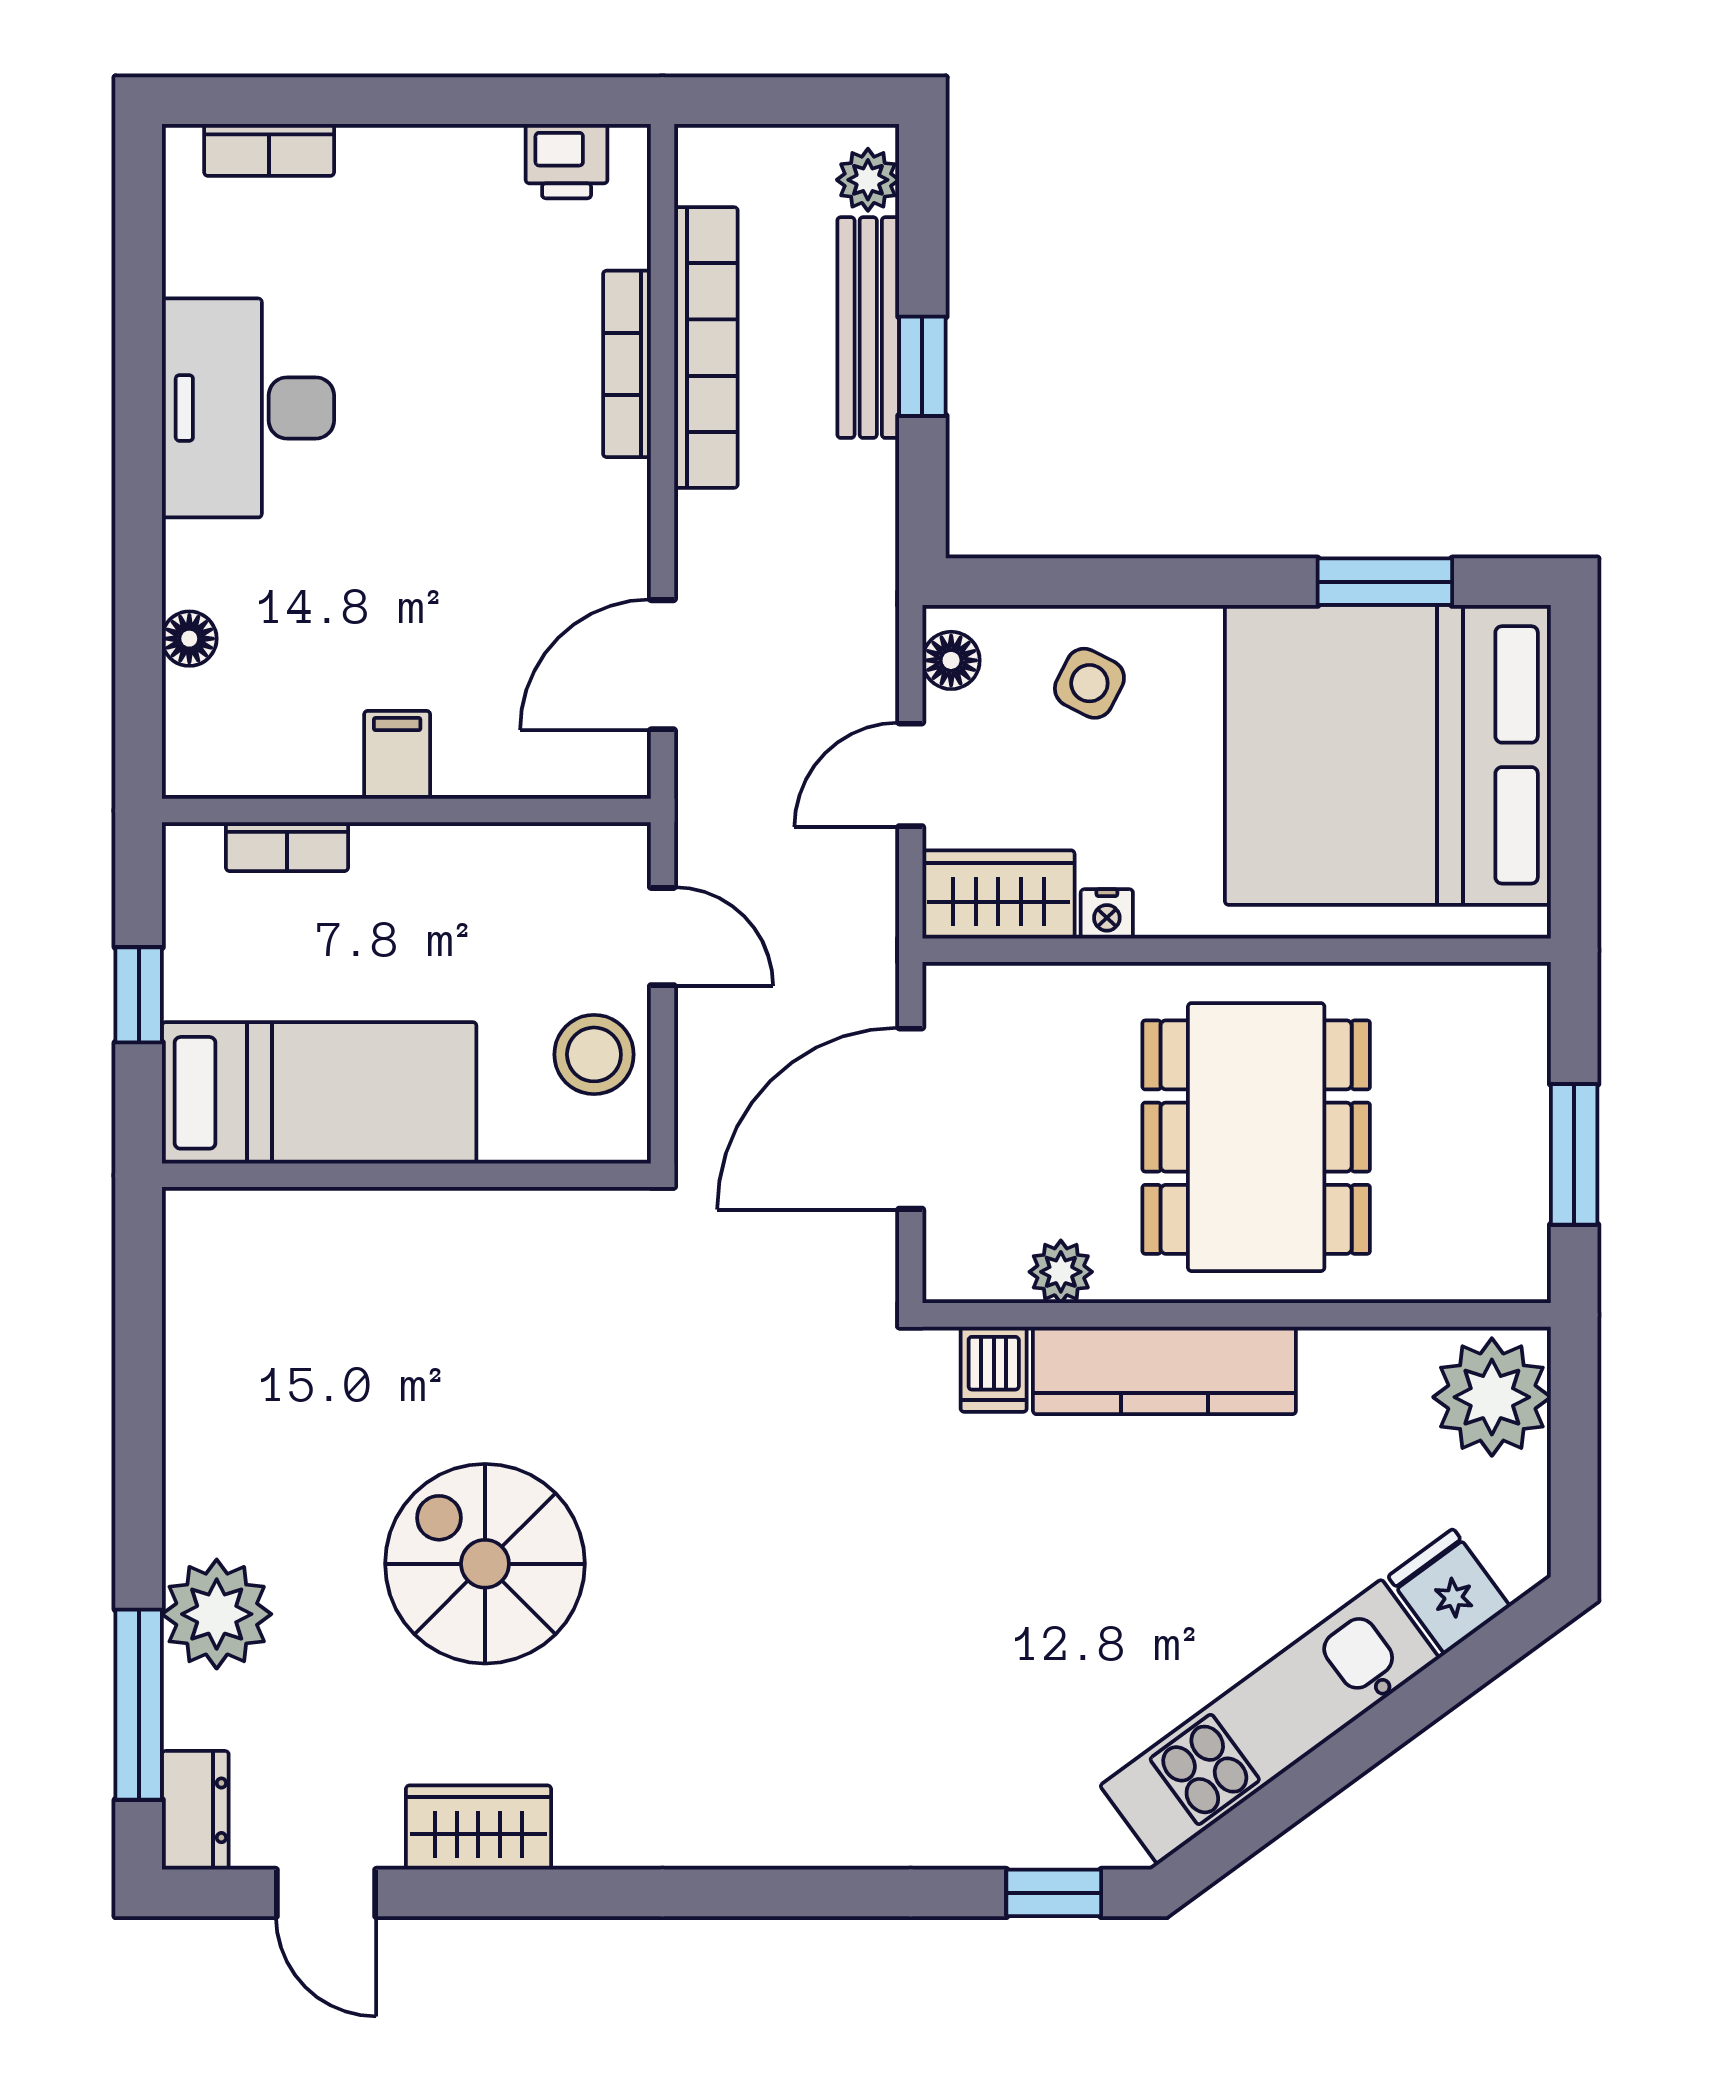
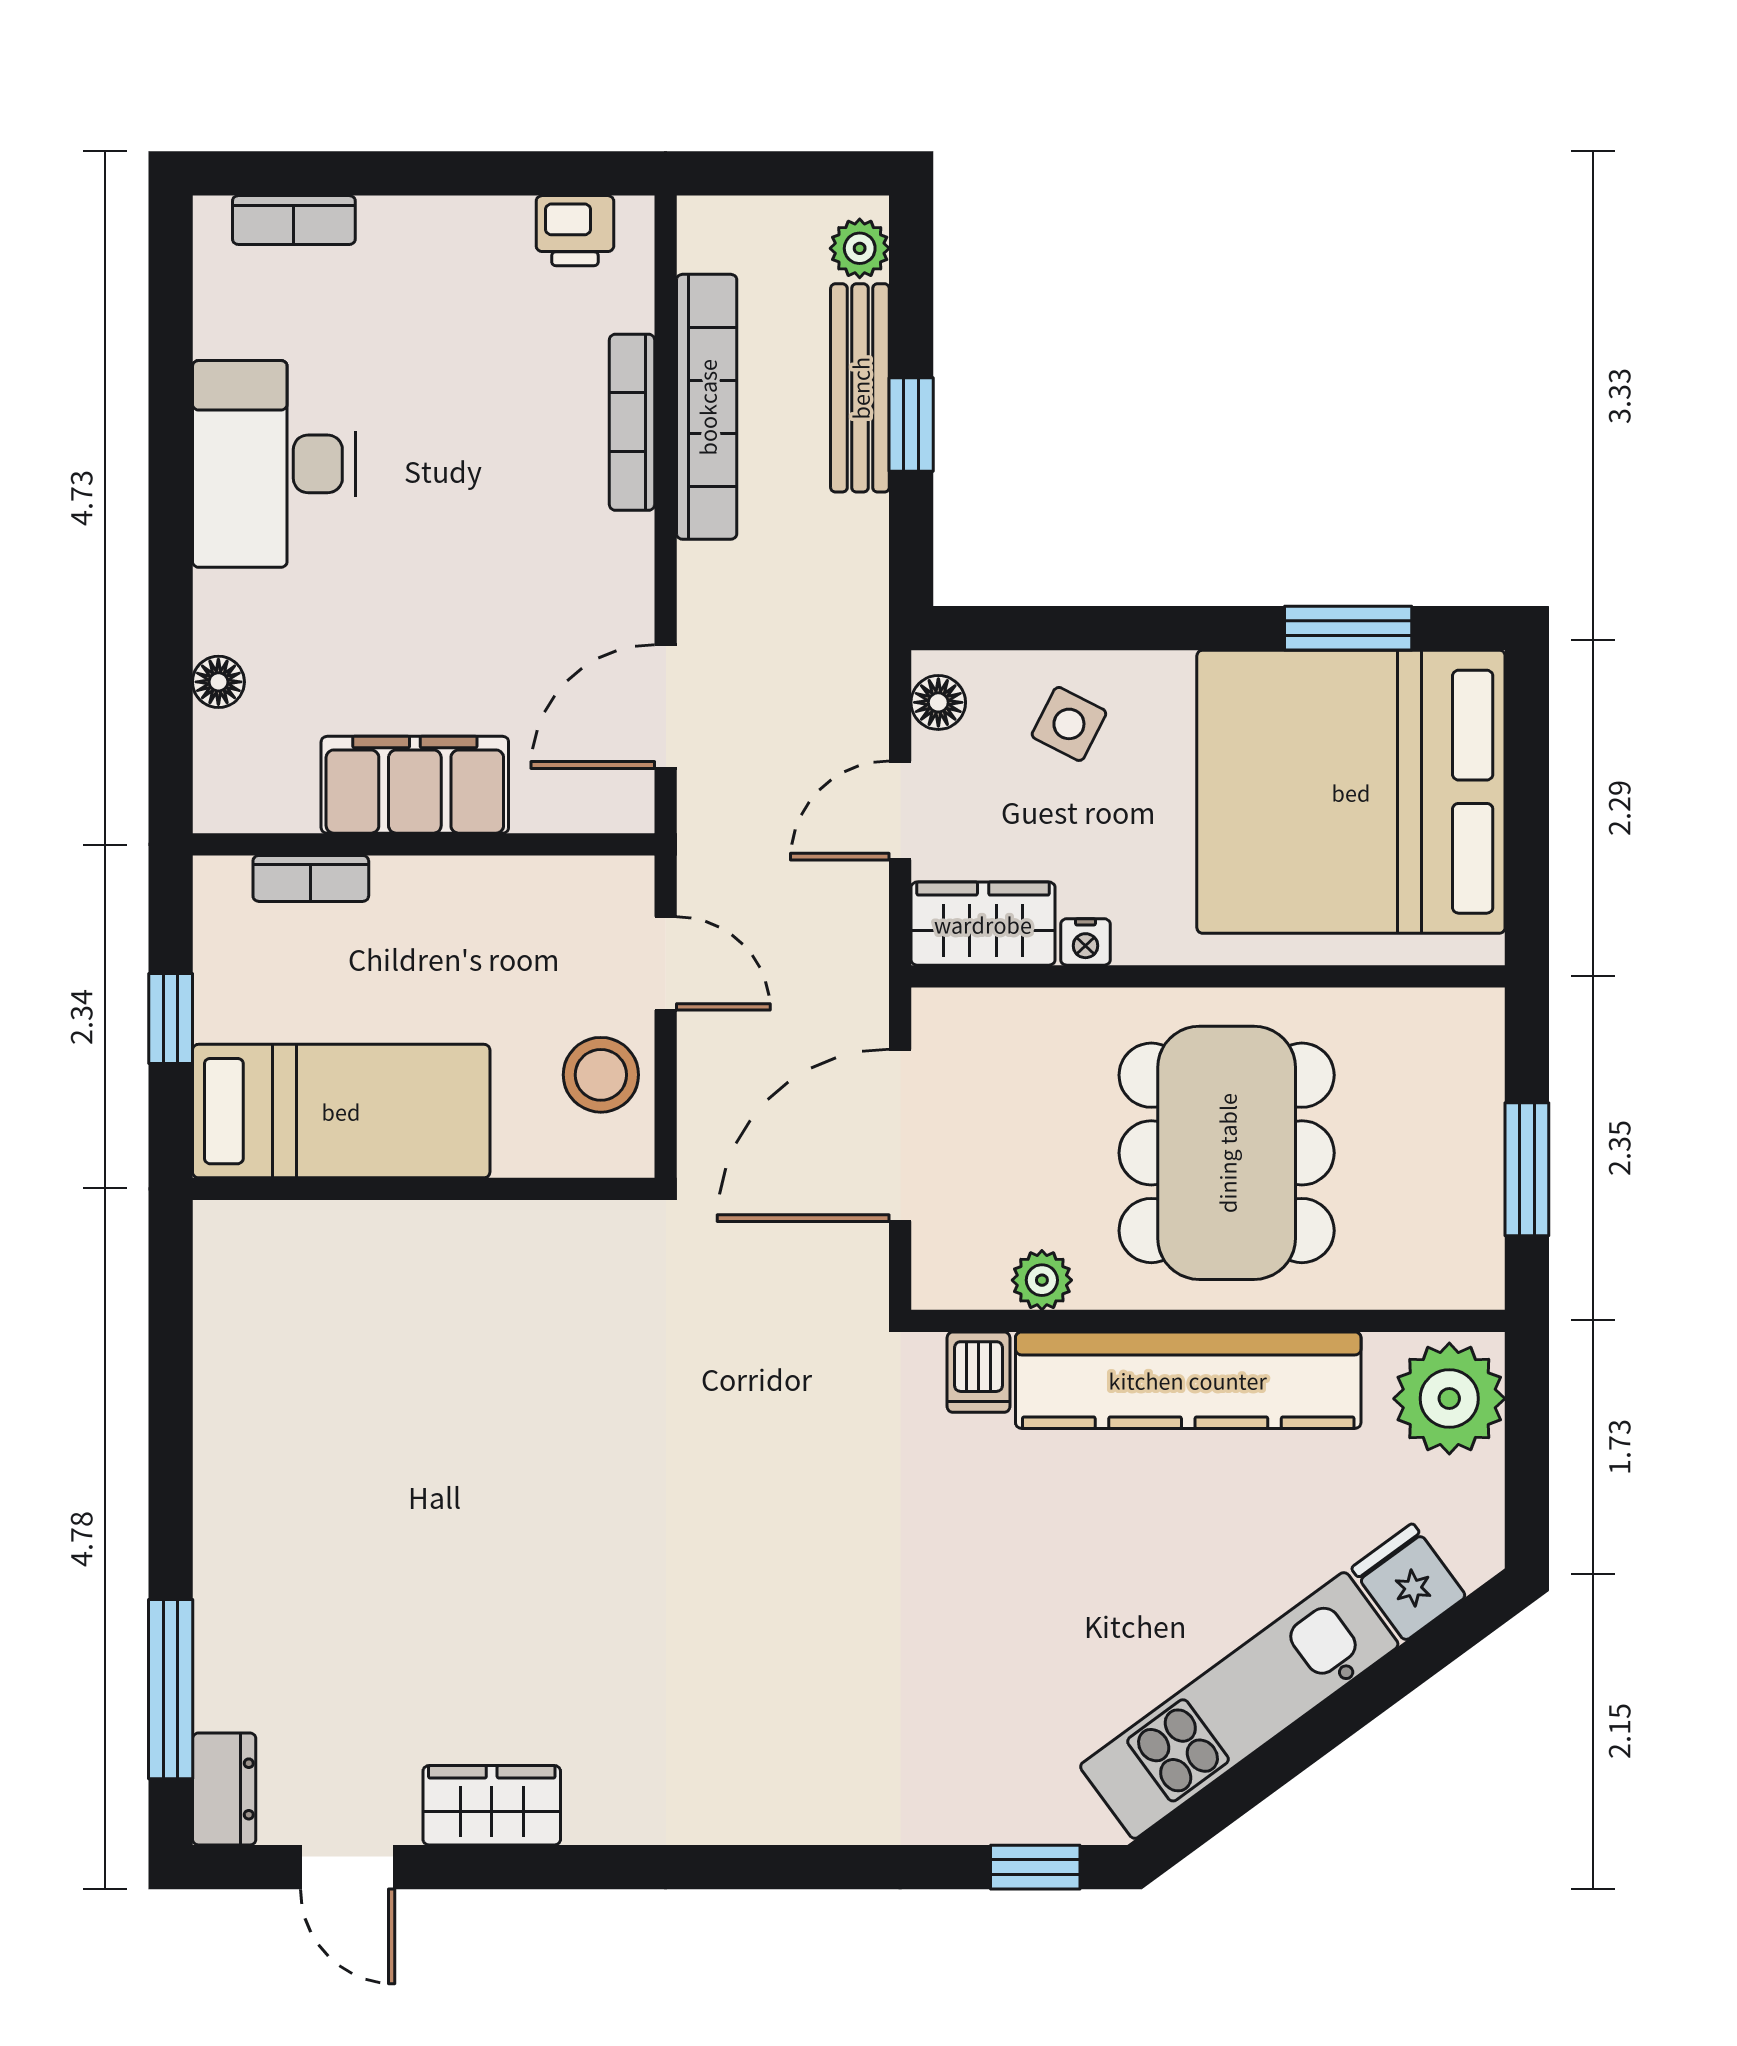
filing cabinet: (397, 755) -> (415, 785), width x3.00, depth x1.17
kitchen counter: (1164, 1370) -> (1188, 1380), width x1.39, depth x1.17
spiral stairs: (485, 1564) -> (498, 1556), removed
plant: (217, 1614) -> (244, 1604), removed

